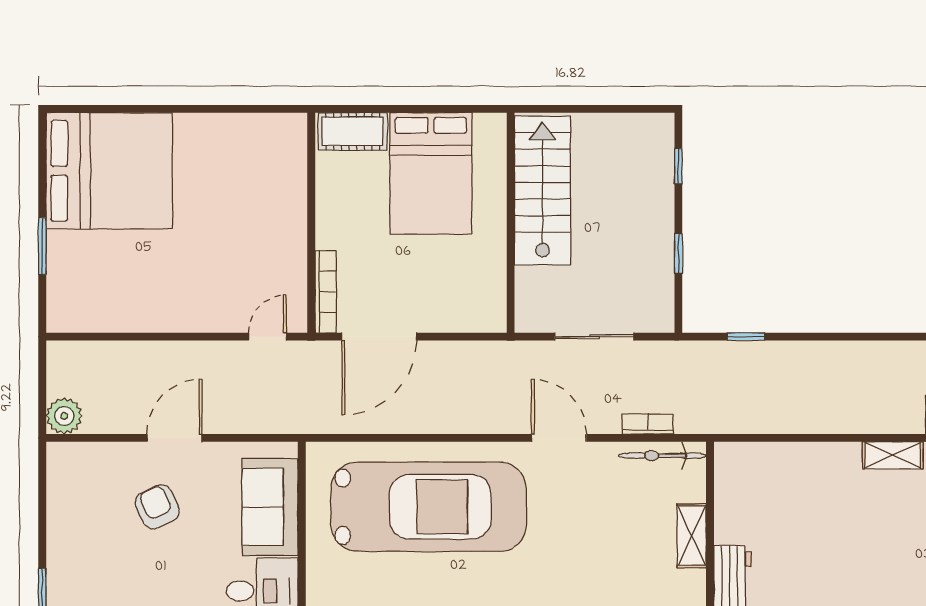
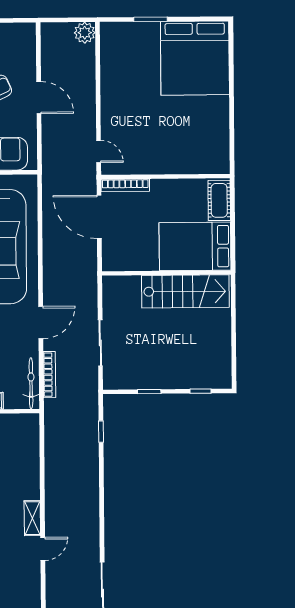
stairs: (542, 191) -> (185, 291), moved
wall: (511, 223) -> (166, 273), moved
plant: (64, 416) -> (85, 33), moved
bookcase: (648, 424) -> (49, 375), width x1.56

